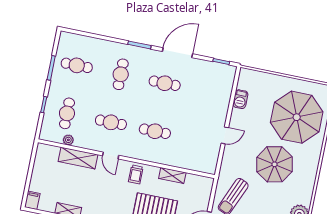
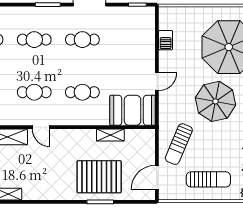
cafe table: (121, 74) -> (34, 40), turned 90
booth: (197, 157) -> (133, 110), added
trolley: (136, 174) -> (72, 142), removed

